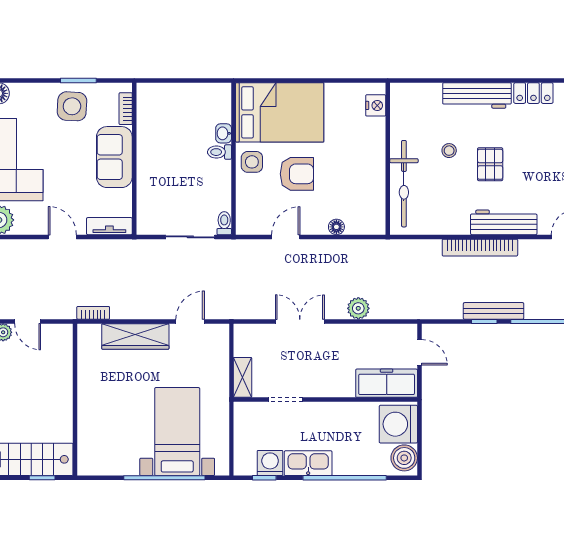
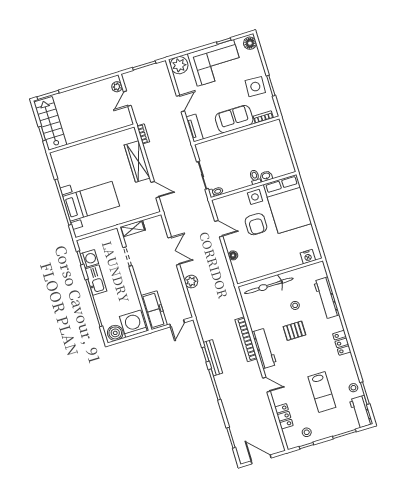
workbench: (477, 95) -> (327, 298), moved

